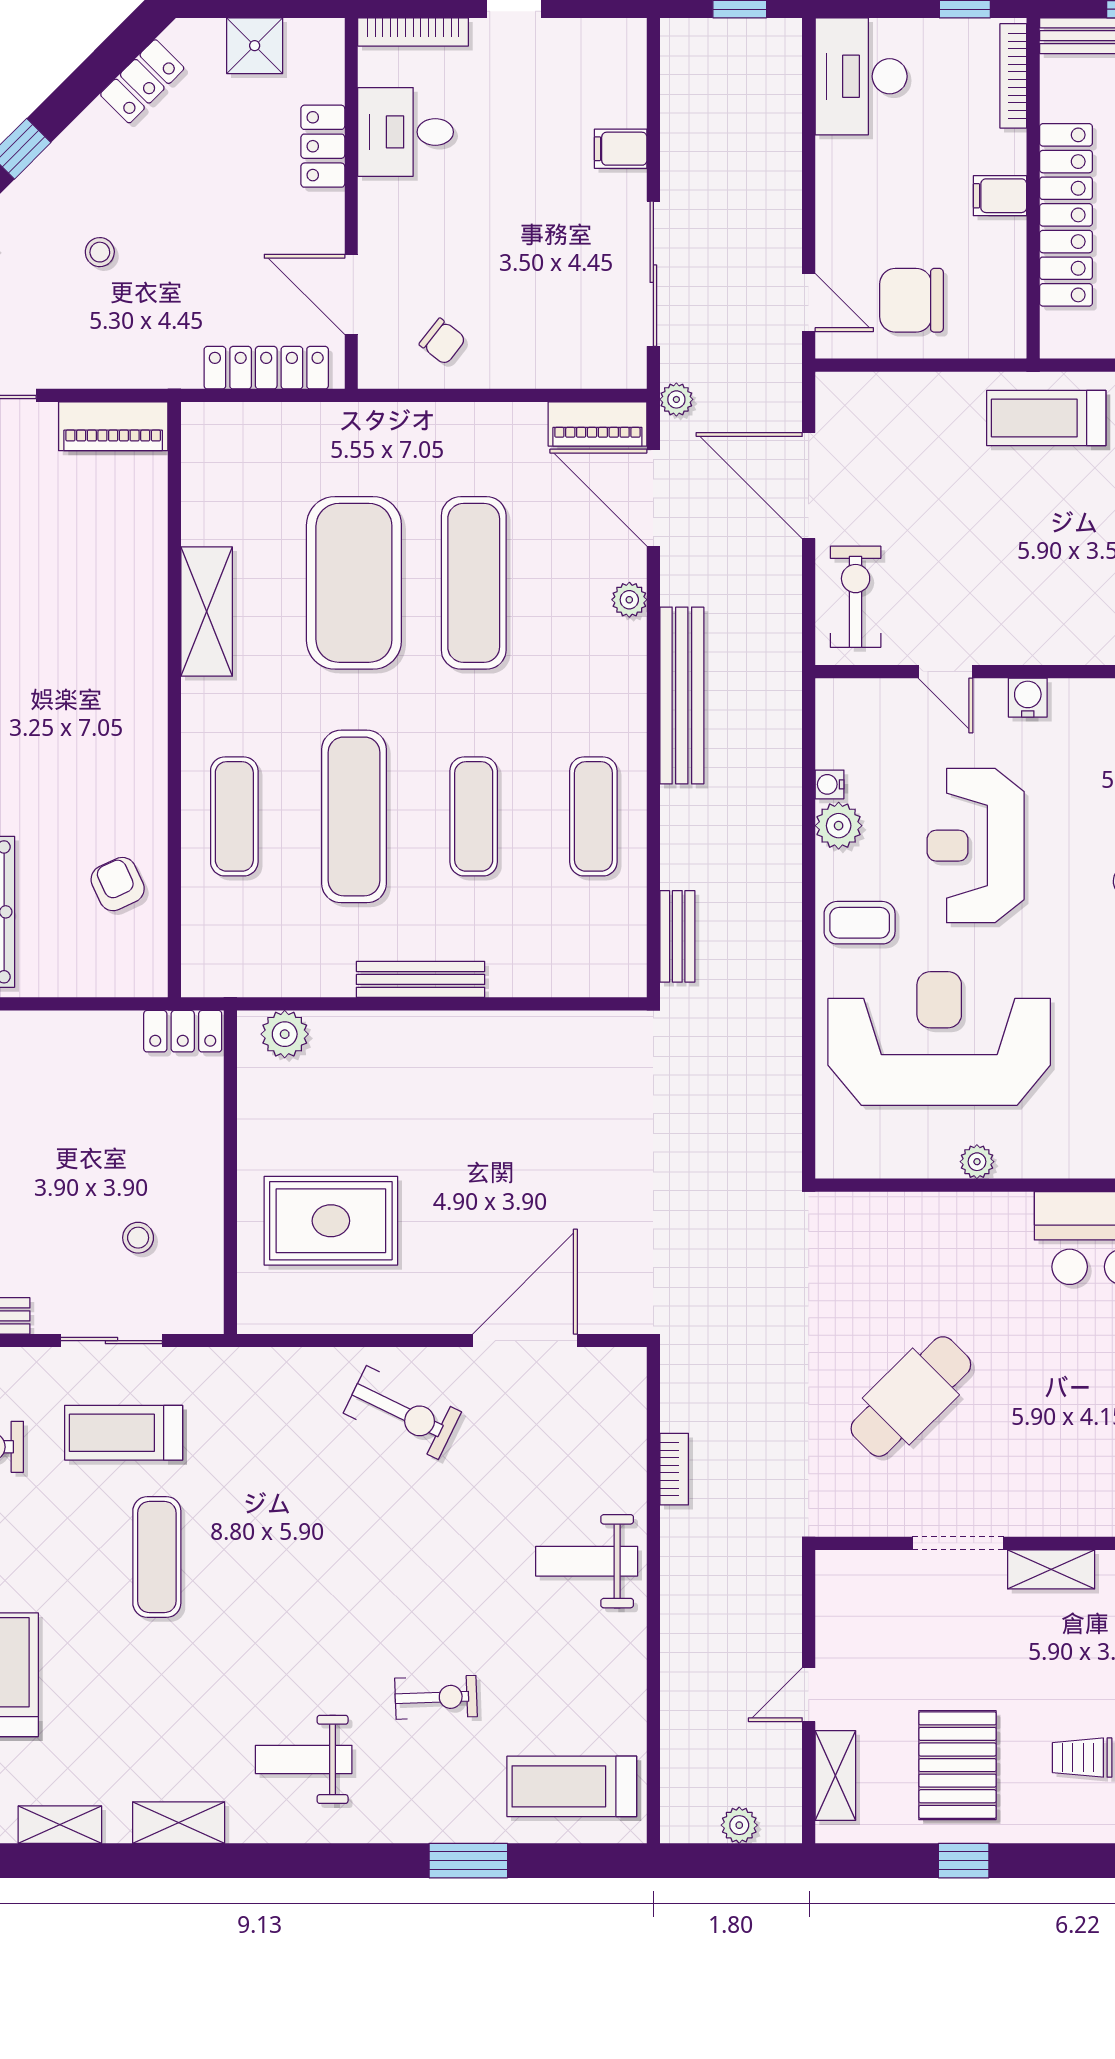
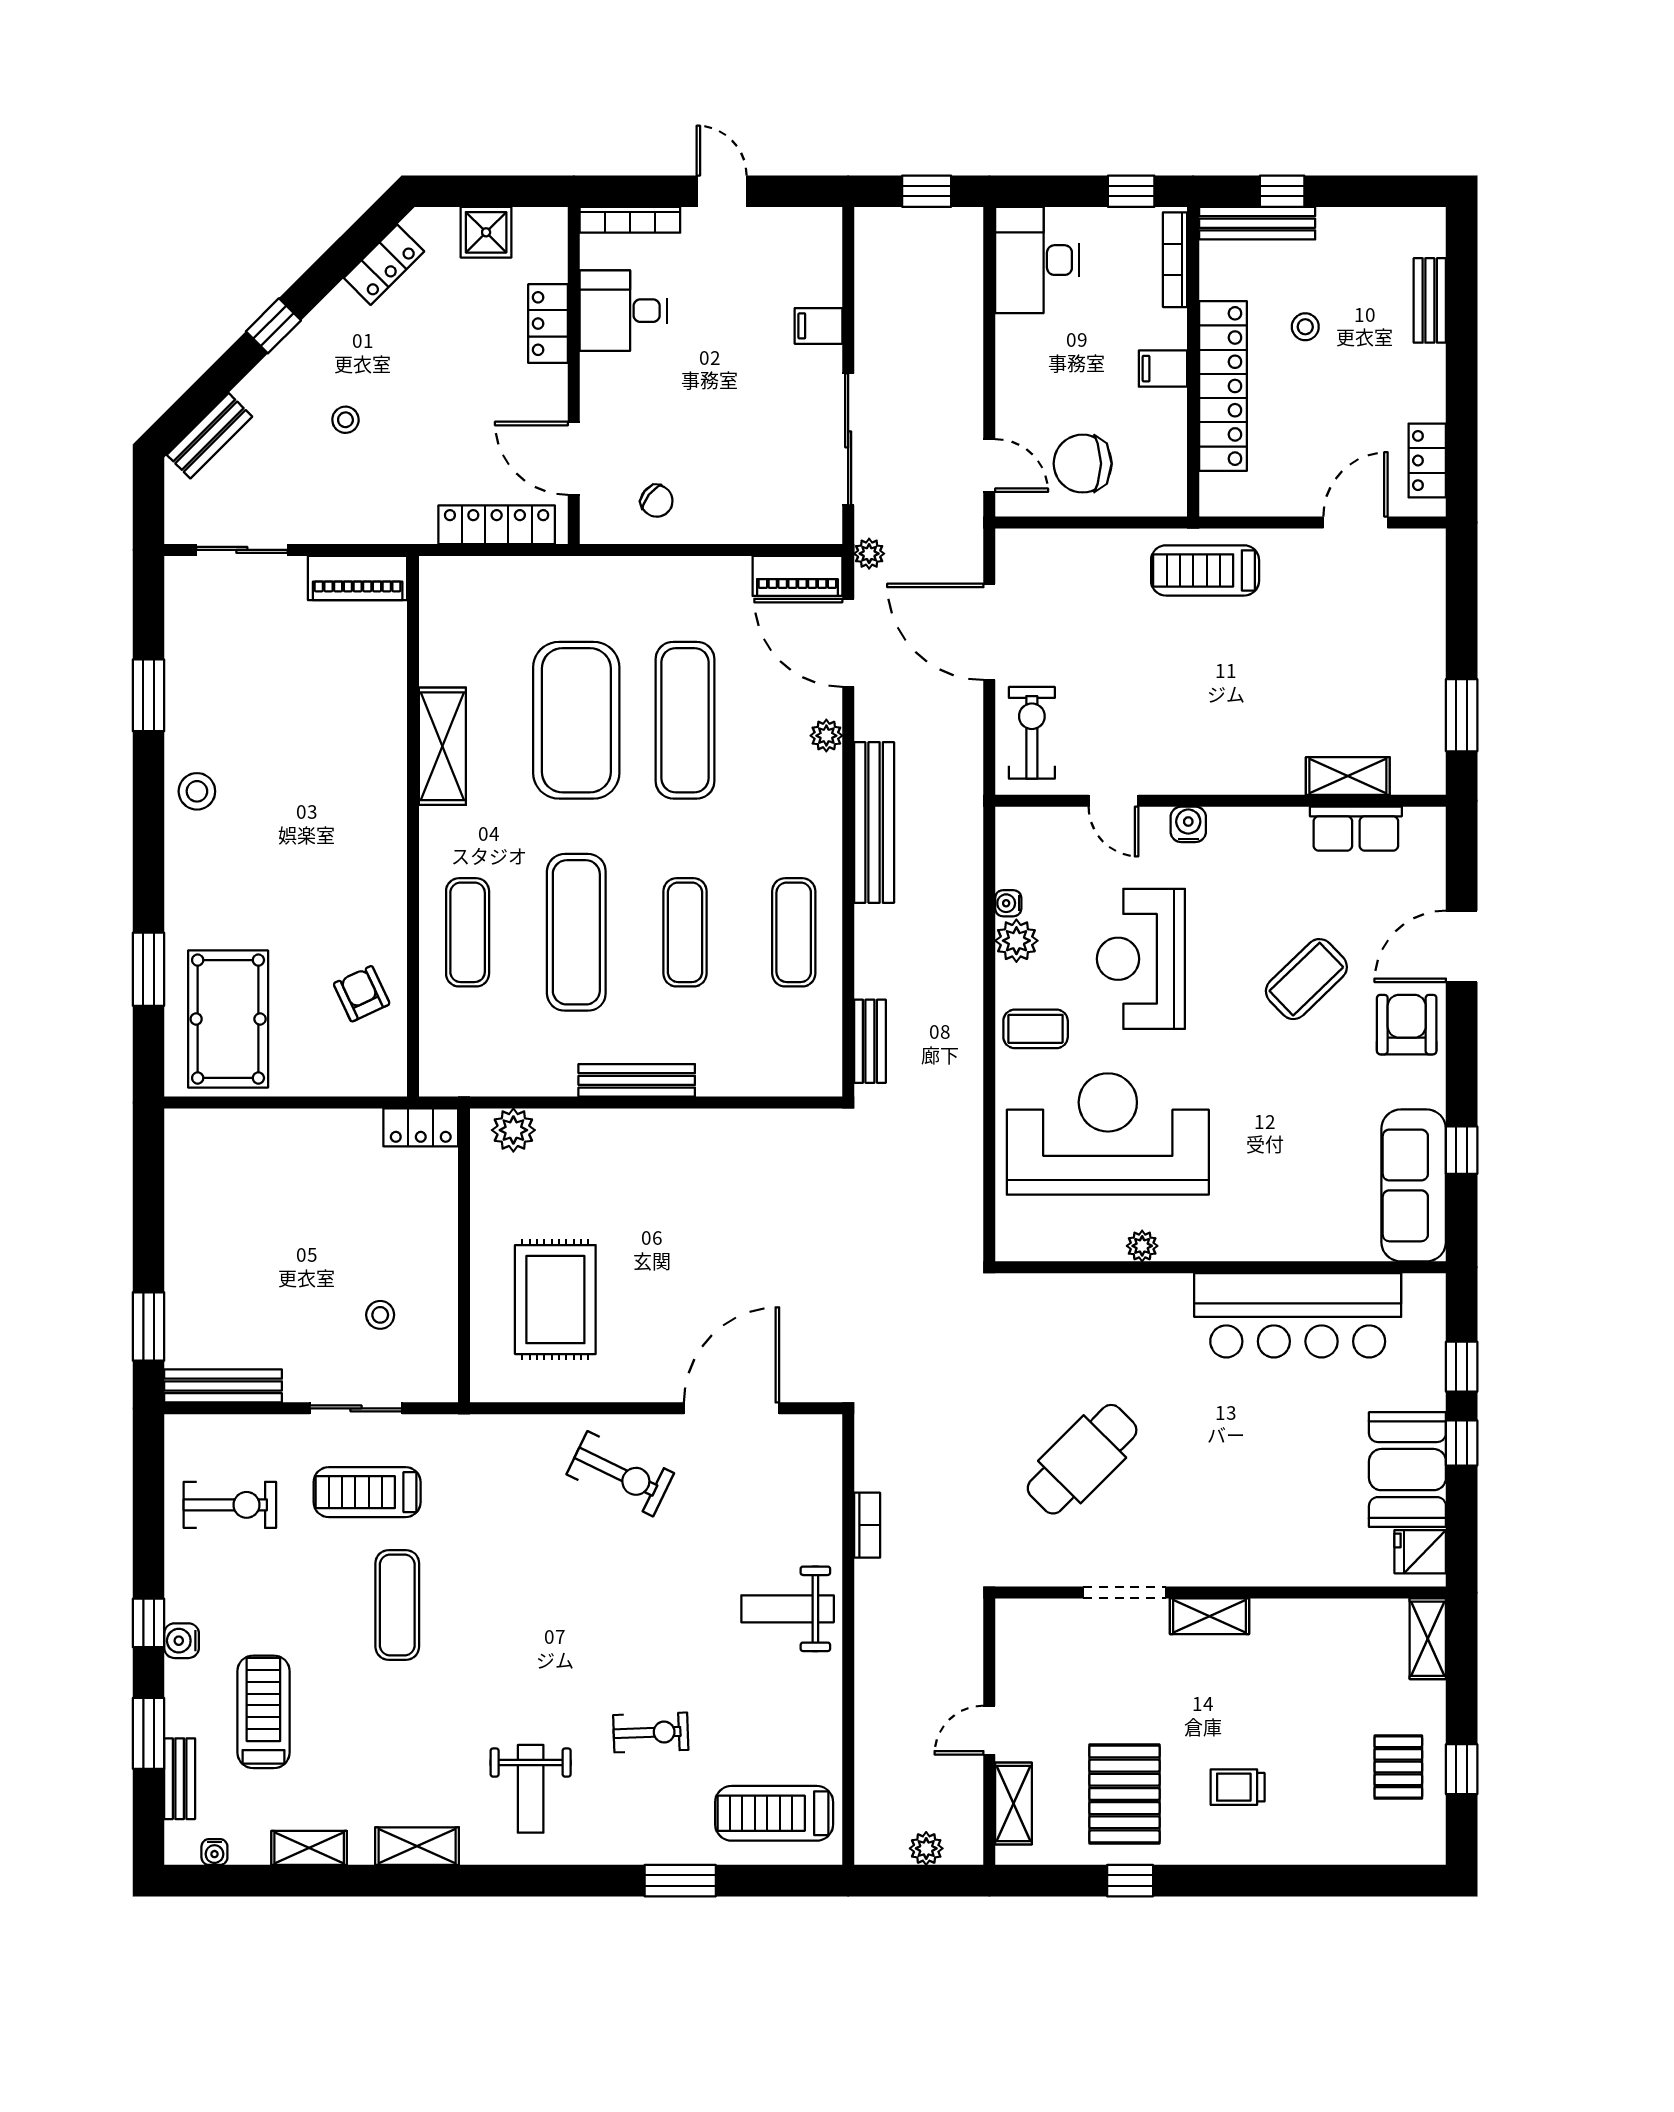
rug: (331, 1221) -> (555, 1300), turned 90
weight bench: (304, 1759) -> (531, 1789), turned -90

